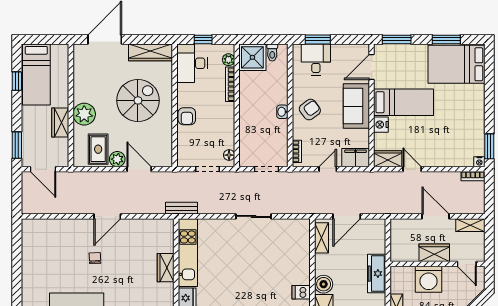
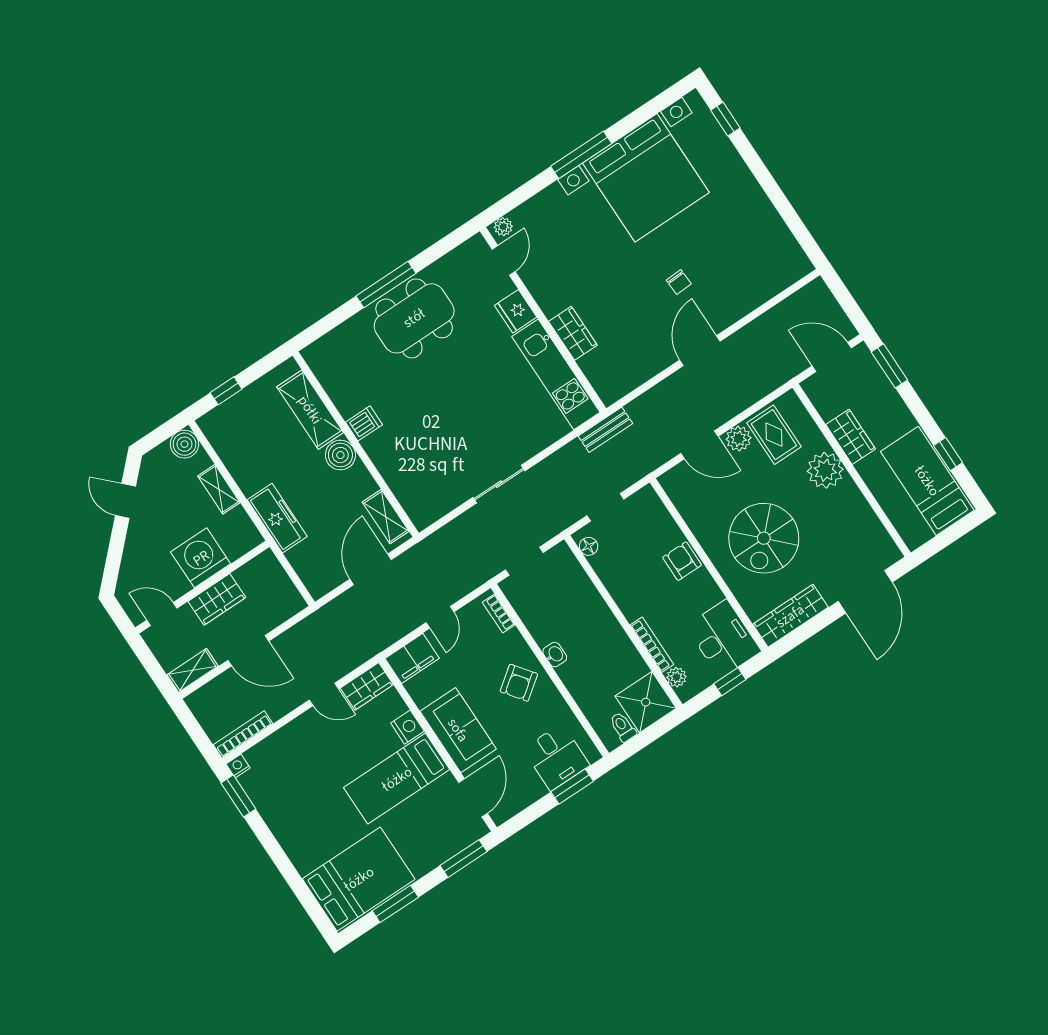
bookcase: (473, 176) -> (243, 734), width x1.56

